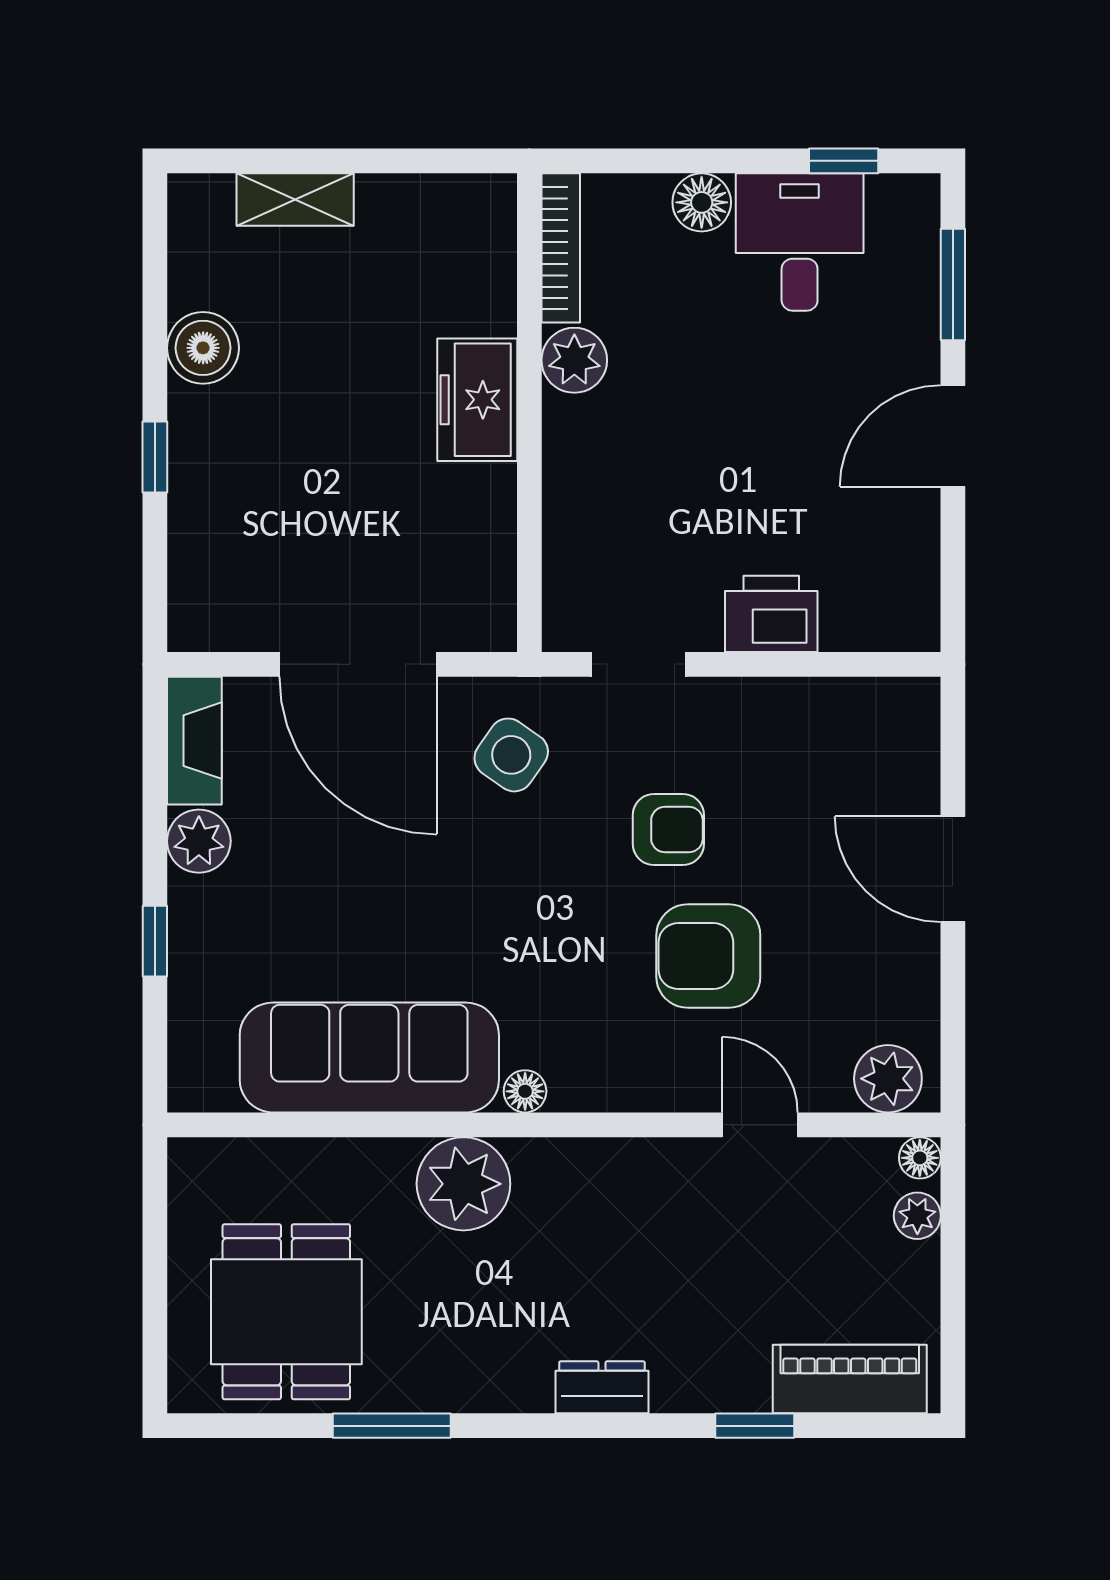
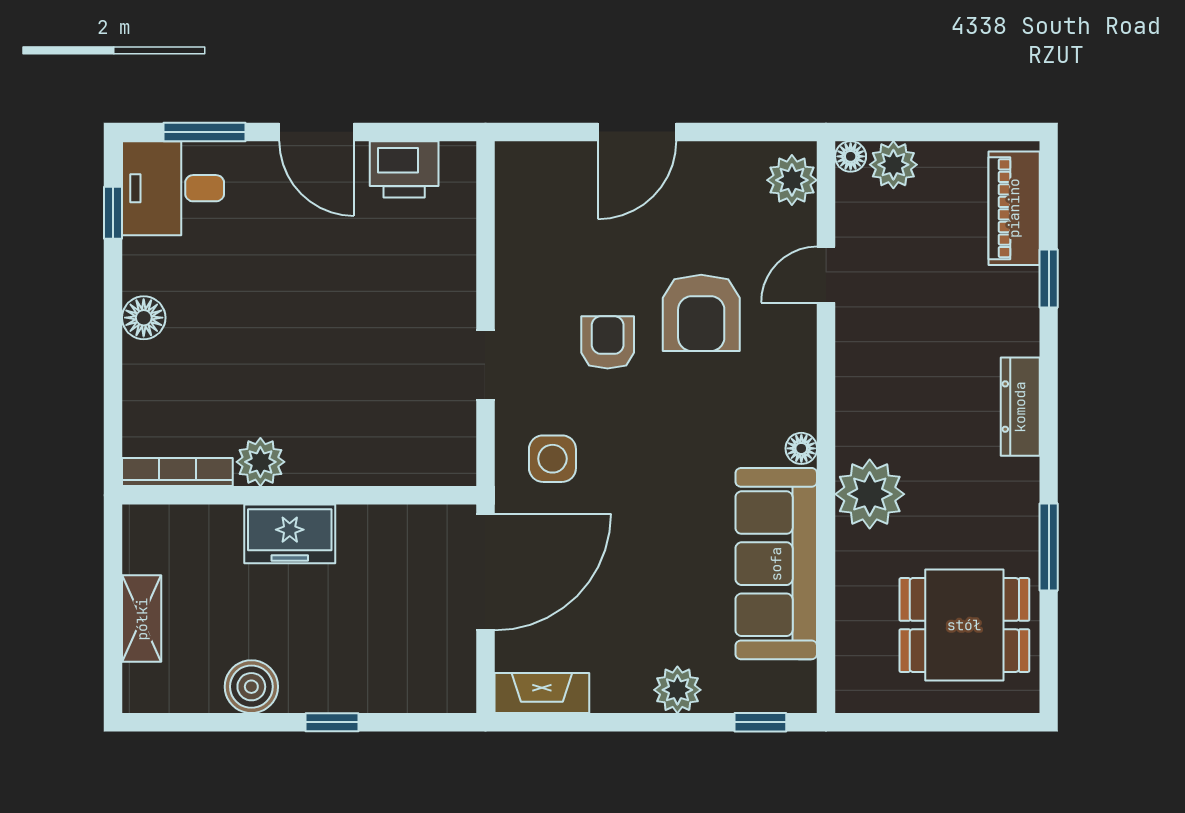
desk: (800, 242) -> (173, 188), moved
bookcase: (561, 248) -> (177, 472), moved
plant: (574, 360) -> (260, 462), moved
freezer: (477, 400) -> (290, 534), moved
wall: (529, 413) -> (299, 495), moved
printer: (771, 614) -> (404, 169), moved, turned -90
side table: (511, 755) -> (552, 459), turned -35
plant: (199, 841) -> (677, 690), moved
window: (155, 941) -> (760, 722), moved
plant: (917, 1216) -> (893, 165), width x1.38, depth x1.38
dresser: (602, 1387) -> (1020, 407), width x1.44

